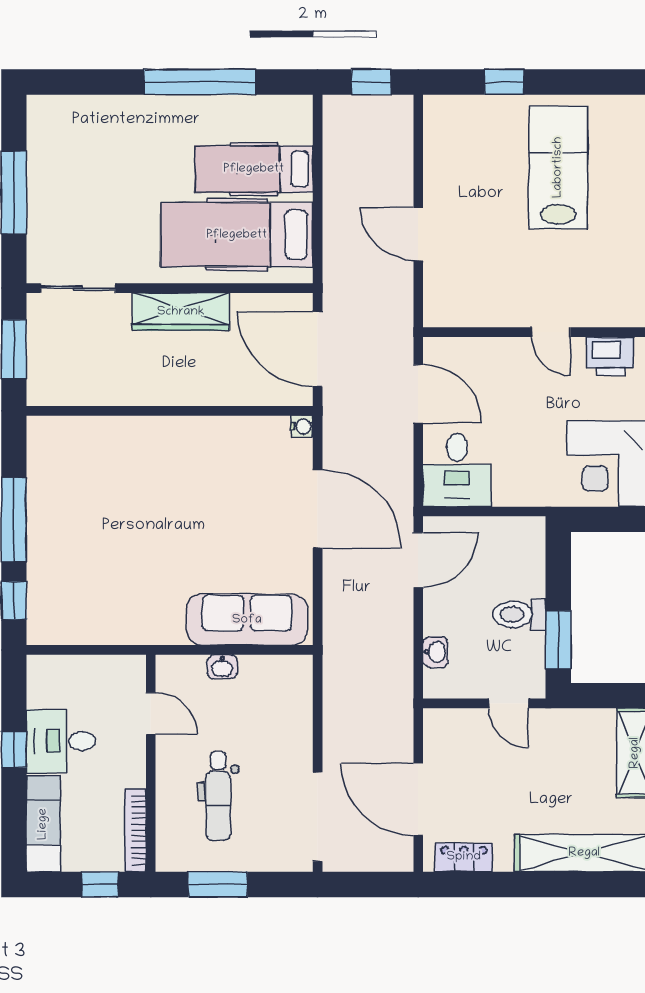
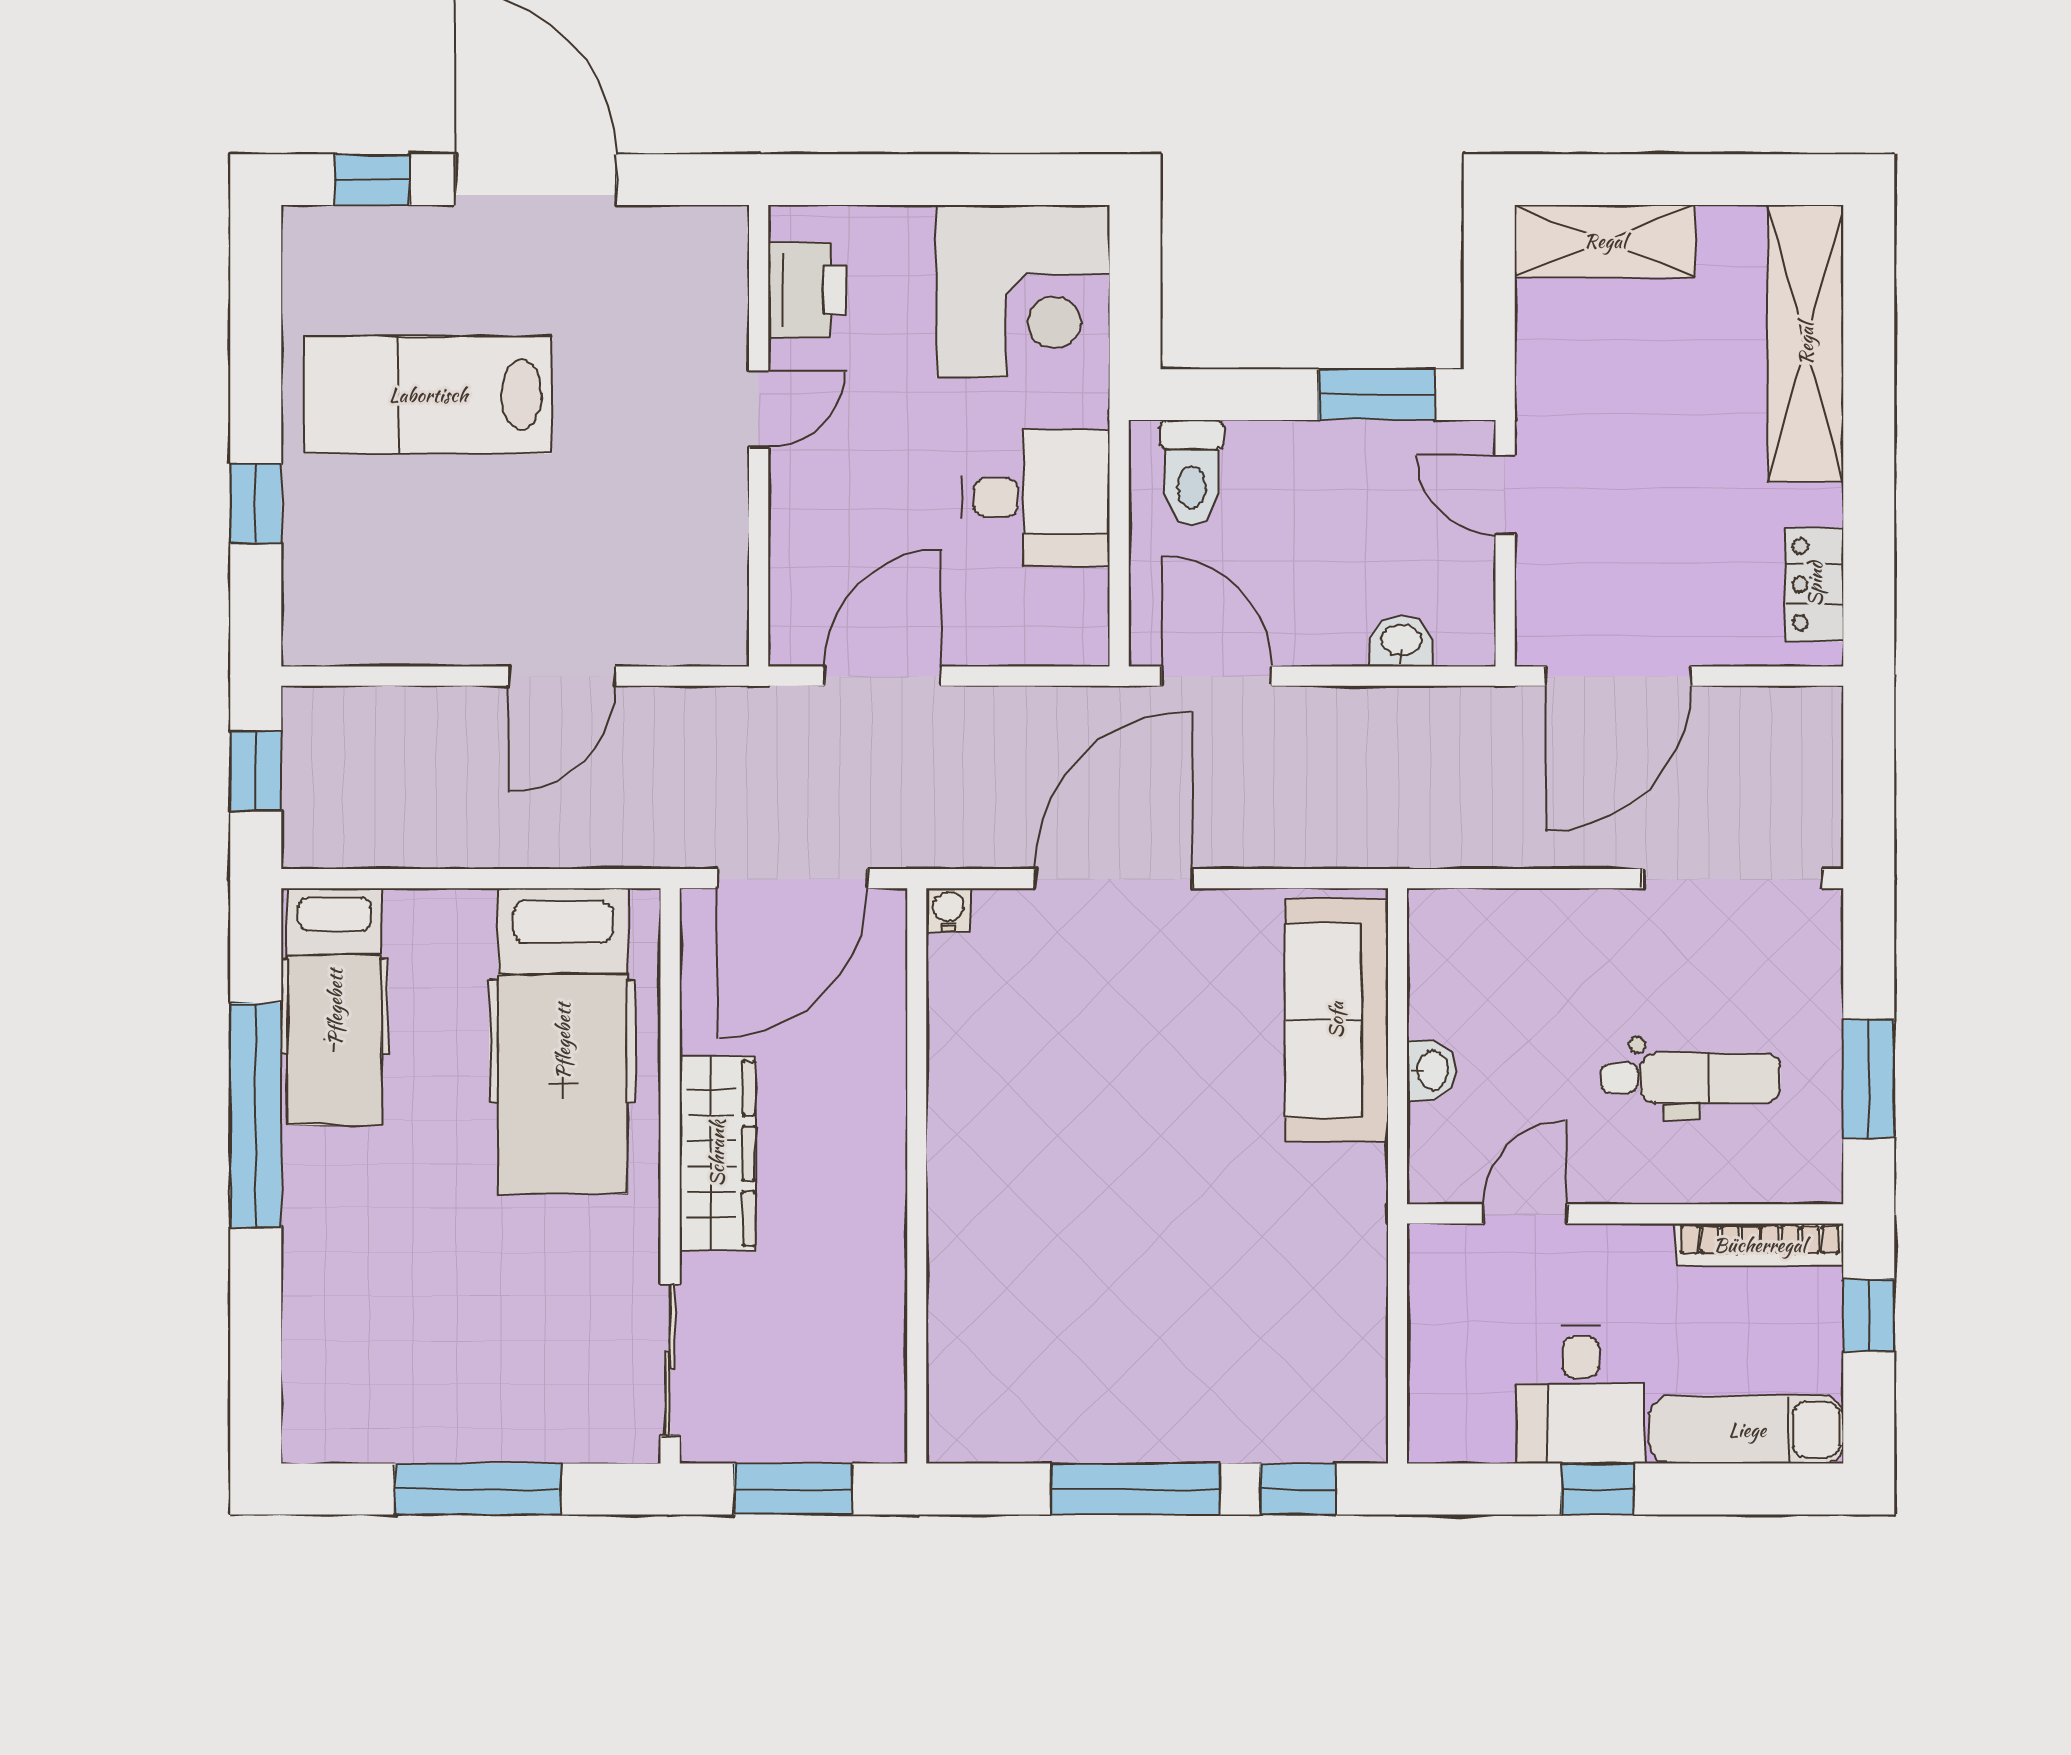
hospital bed: (254, 169) -> (335, 1007), moved
desk: (457, 470) -> (1036, 498), moved
toilet: (519, 614) -> (1192, 473), moved
door: (509, 703) -> (1505, 495), swing flipped
door: (418, 799) -> (1618, 676), moved

